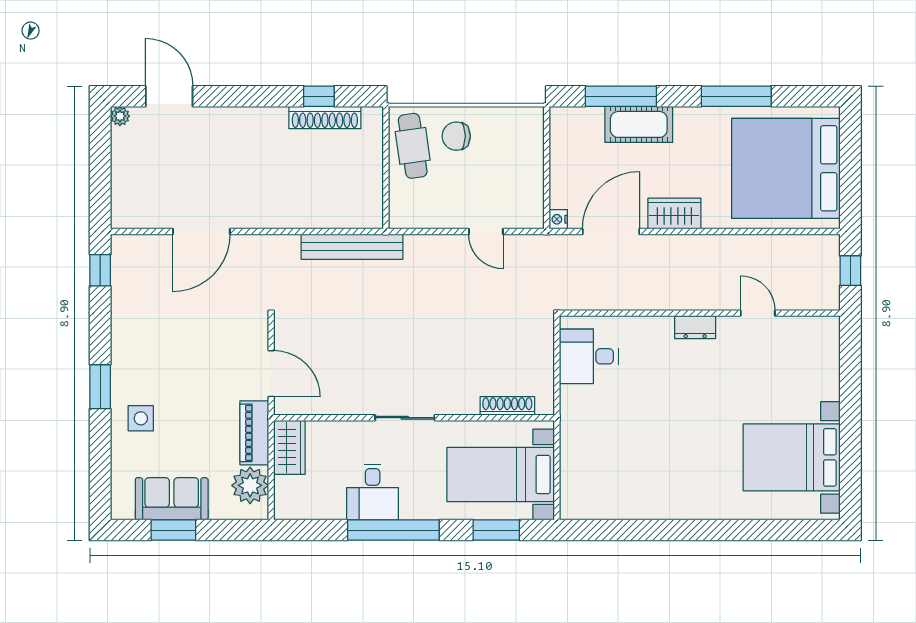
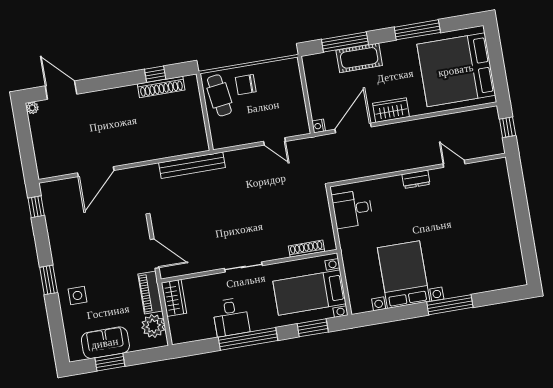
bed with nightstands: (792, 457) -> (404, 275), moved, turned 90
window: (715, 530) -> (450, 305), added

